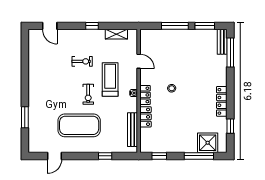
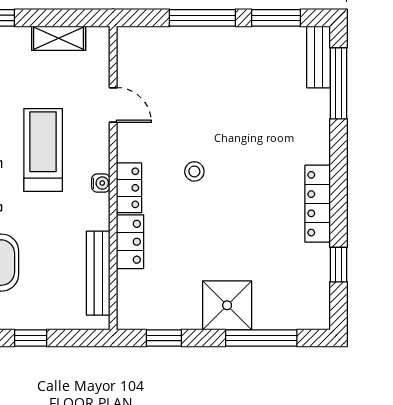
shower: (208, 143) -> (227, 305), moved

